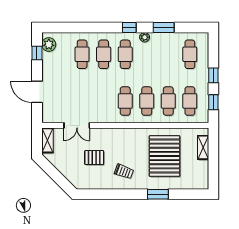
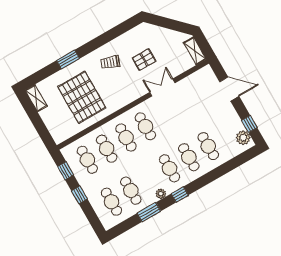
cafe table: (168, 54) -> (131, 191), added
double door: (77, 125) -> (162, 88), moved
shelving: (203, 147) -> (36, 98), moved

